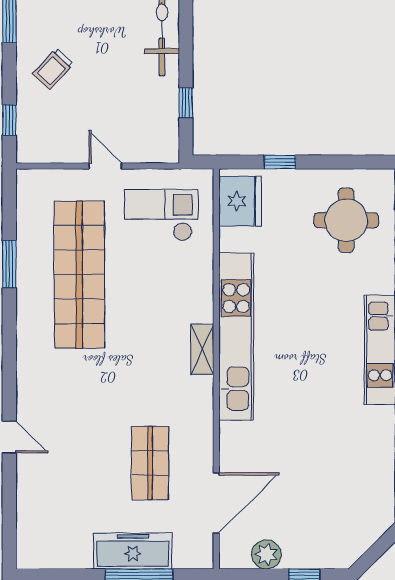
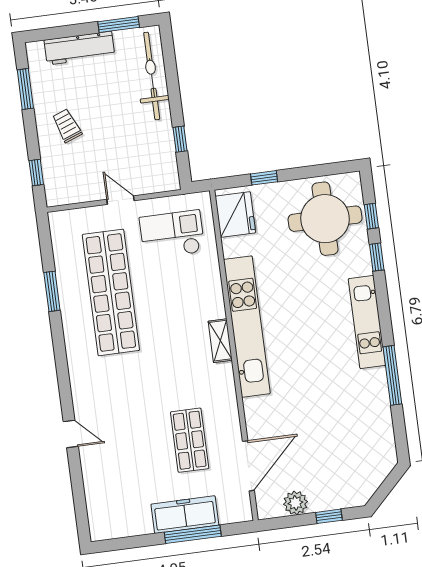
trolley: (53, 69) -> (67, 126), turned 116
round table: (346, 220) -> (325, 219), width x1.36, depth x1.36

